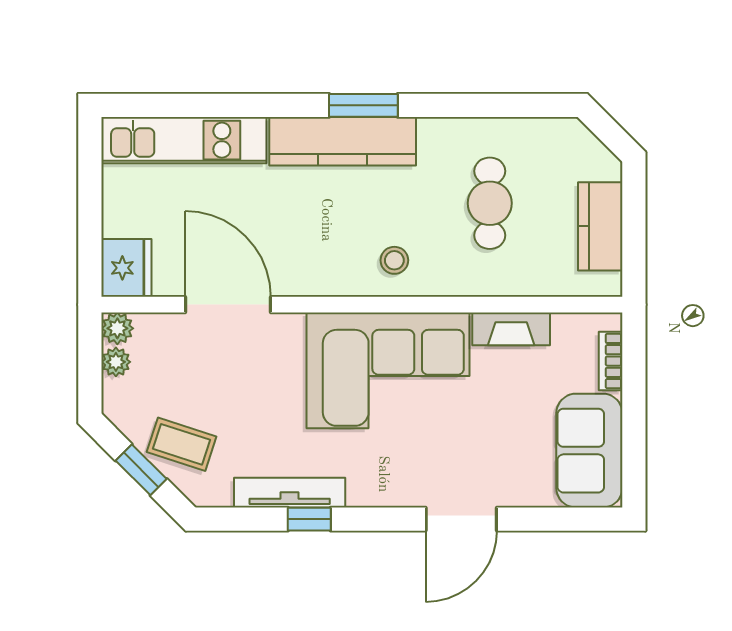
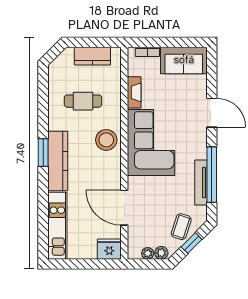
stool: (394, 260) -> (106, 140), width x1.89, depth x1.89
door: (228, 305) -> (124, 208), hinge flipped
plant: (117, 328) -> (161, 253), moved
window: (309, 519) -> (212, 175), width x3.17

